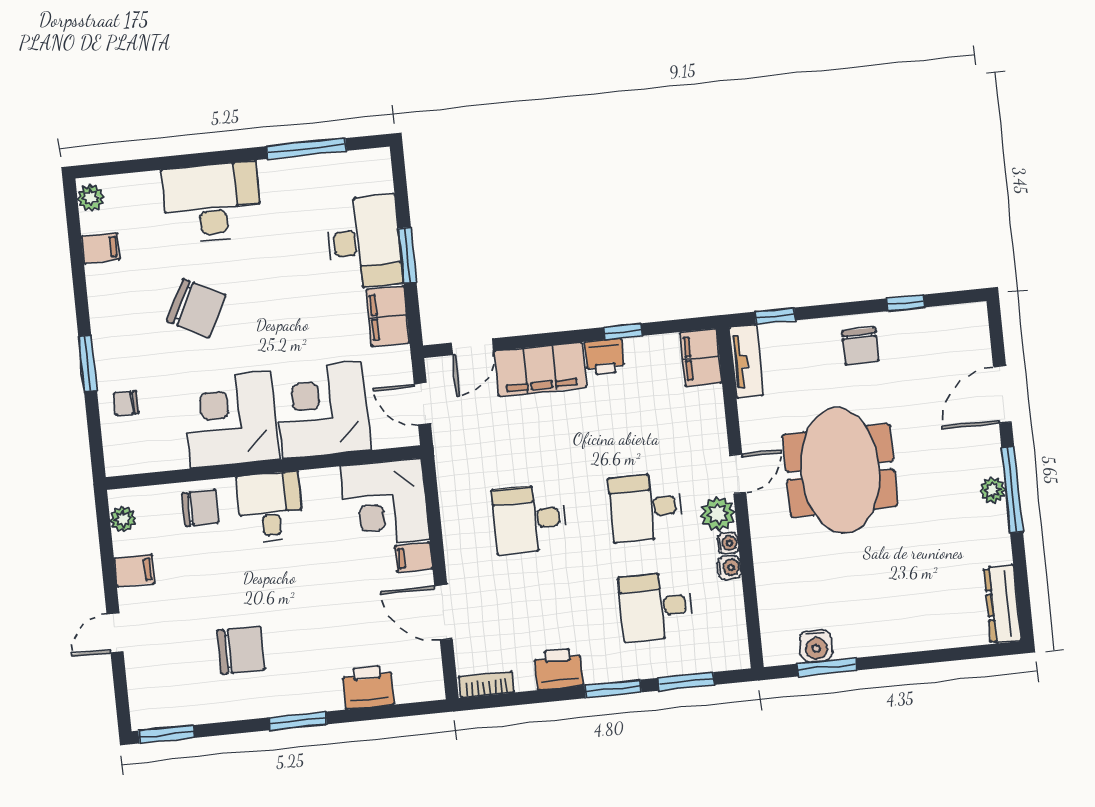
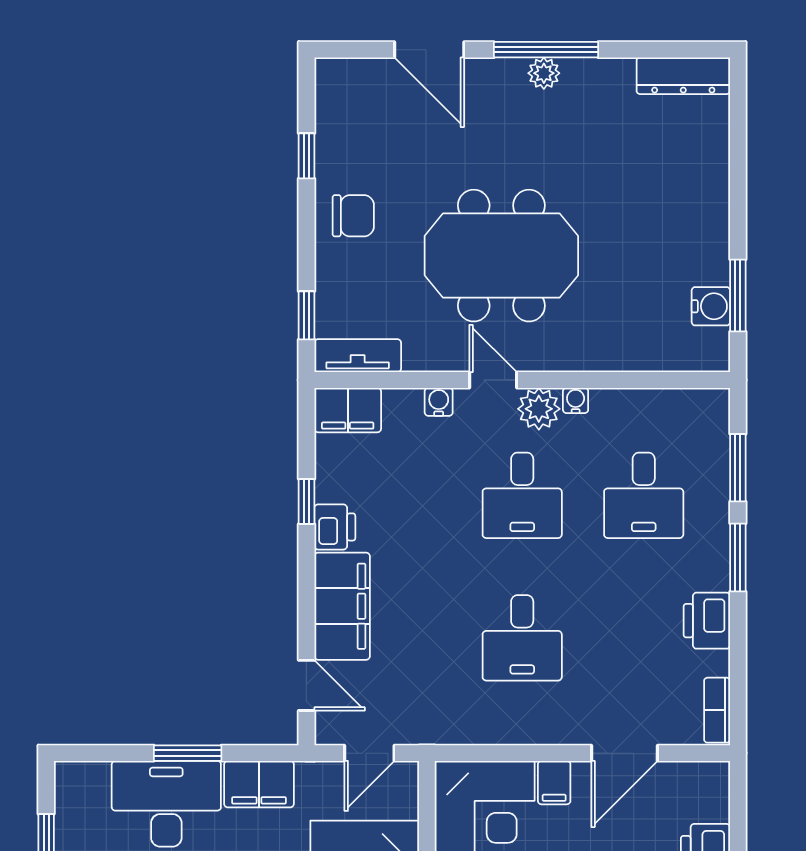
water cooler: (729, 568) -> (439, 402), moved

